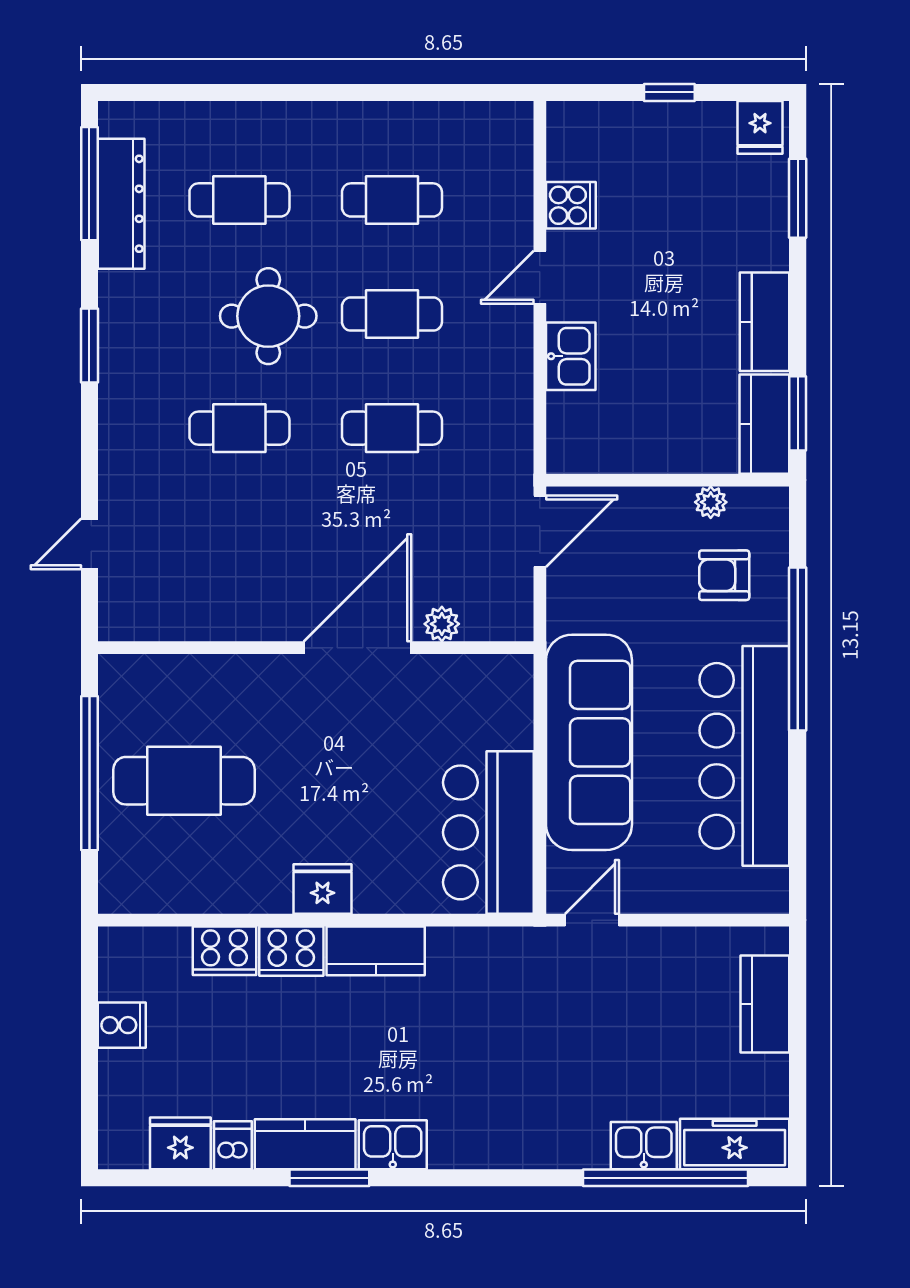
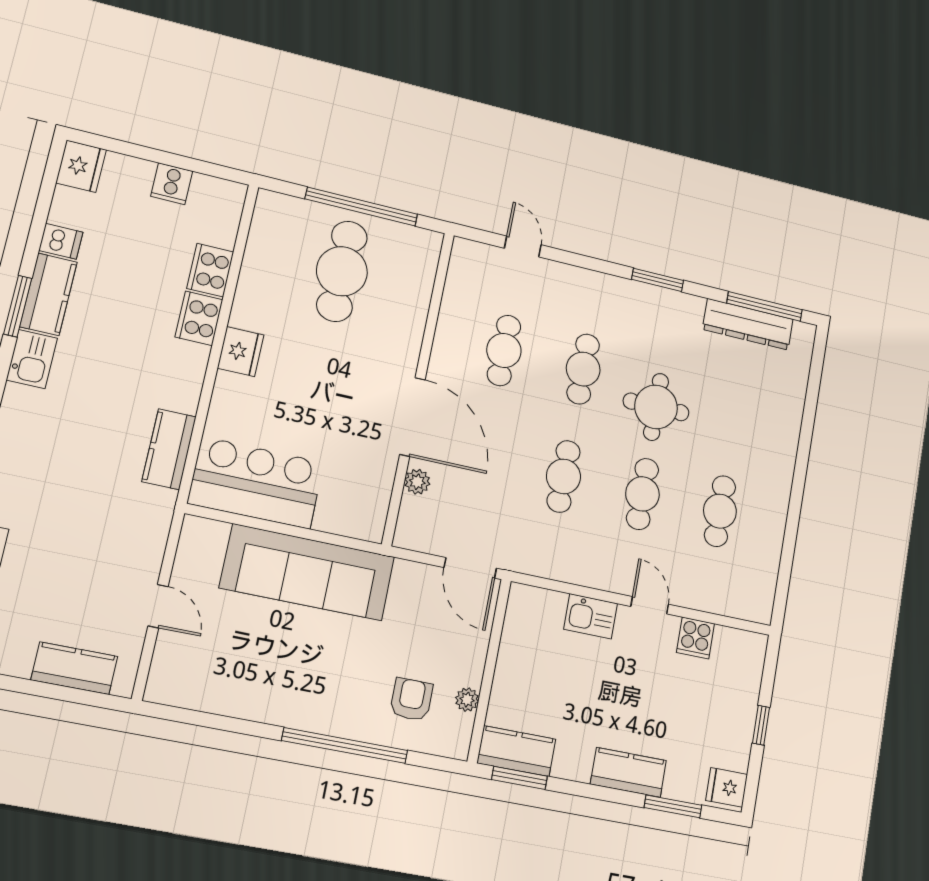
cafe table: (239, 200) -> (504, 350), moved
kitchen counter: (765, 322) -> (628, 772), moved
bar counter: (744, 756) -> (272, 689), removed
door: (592, 920) -> (158, 606), moved
kitchen counter: (376, 951) -> (169, 449), moved
fridge: (180, 1143) -> (81, 166), moved

